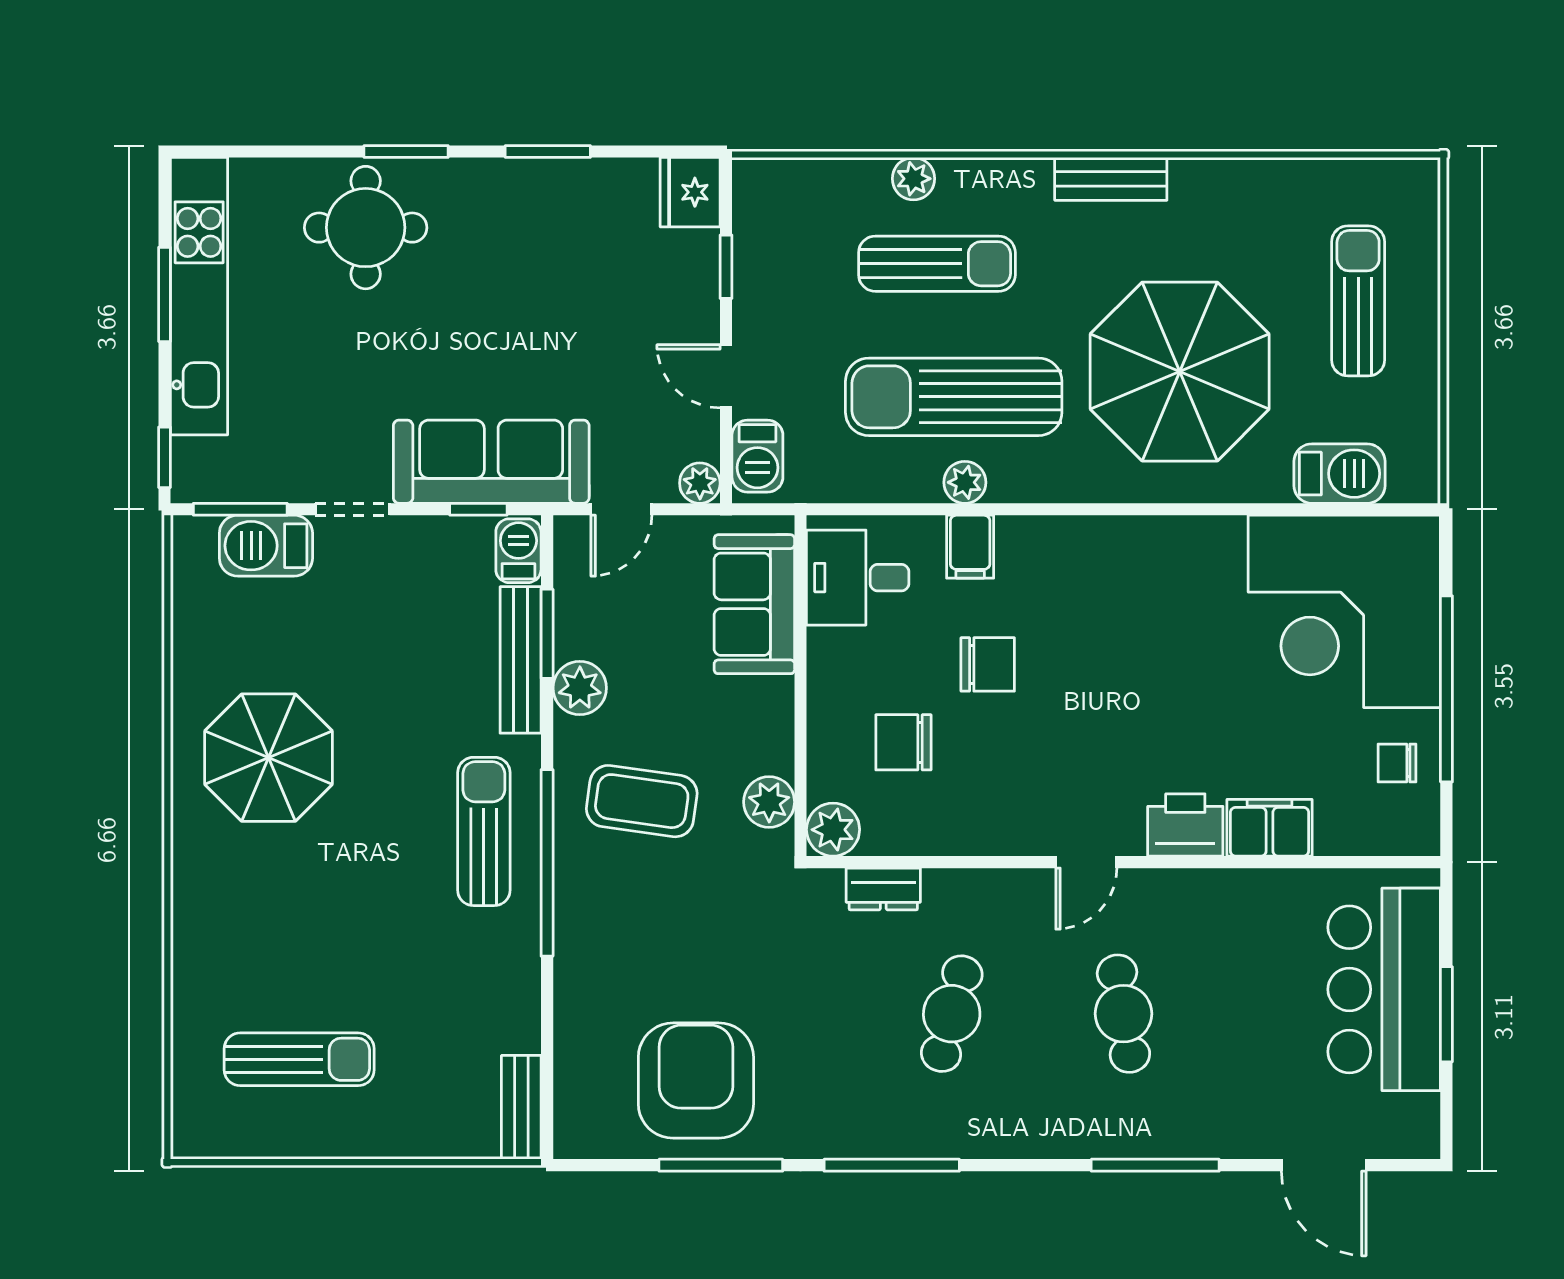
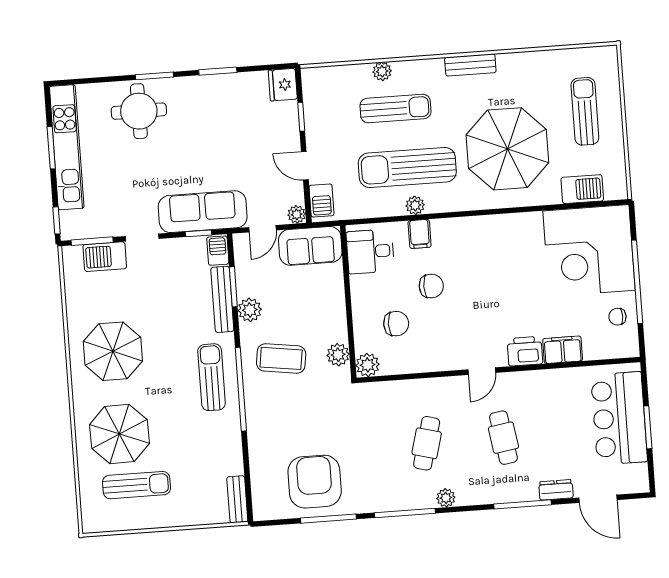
sofa: (754, 604) -> (310, 246), moved, turned -90
chair: (903, 742) -> (396, 324), turned 180
dresser: (883, 889) -> (556, 490), moved, turned 180
parasol: (270, 943) -> (119, 434), added
plant: (985, 1138) -> (446, 498), added

